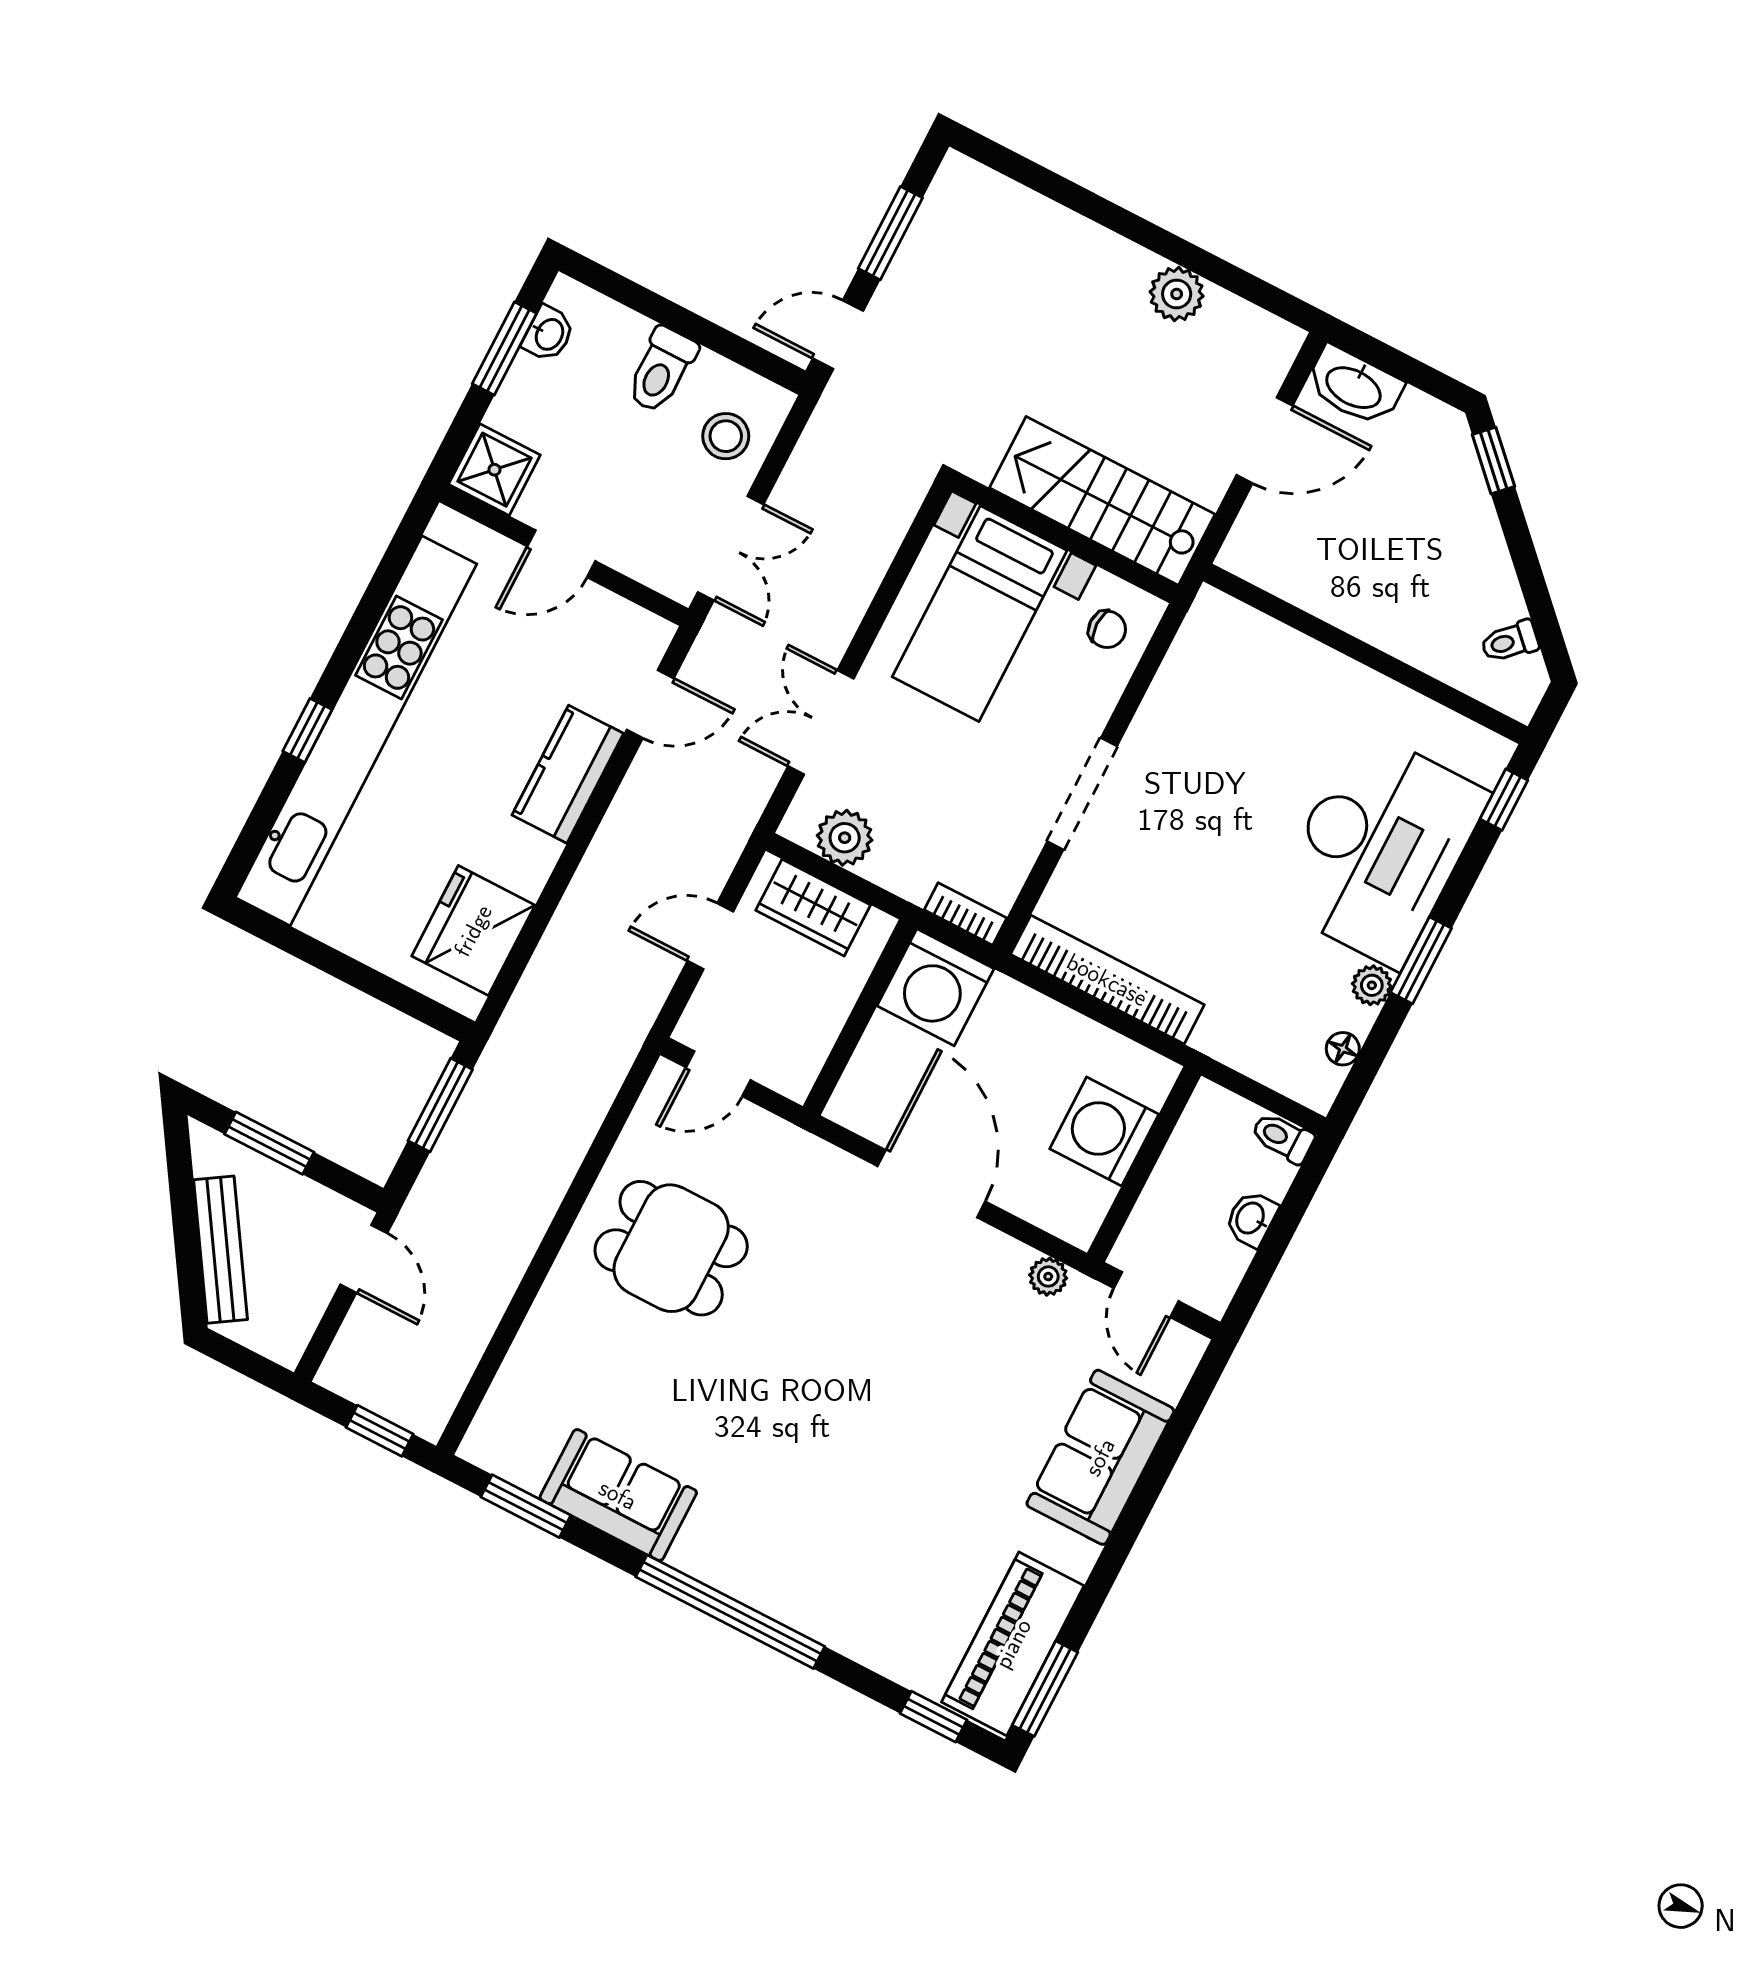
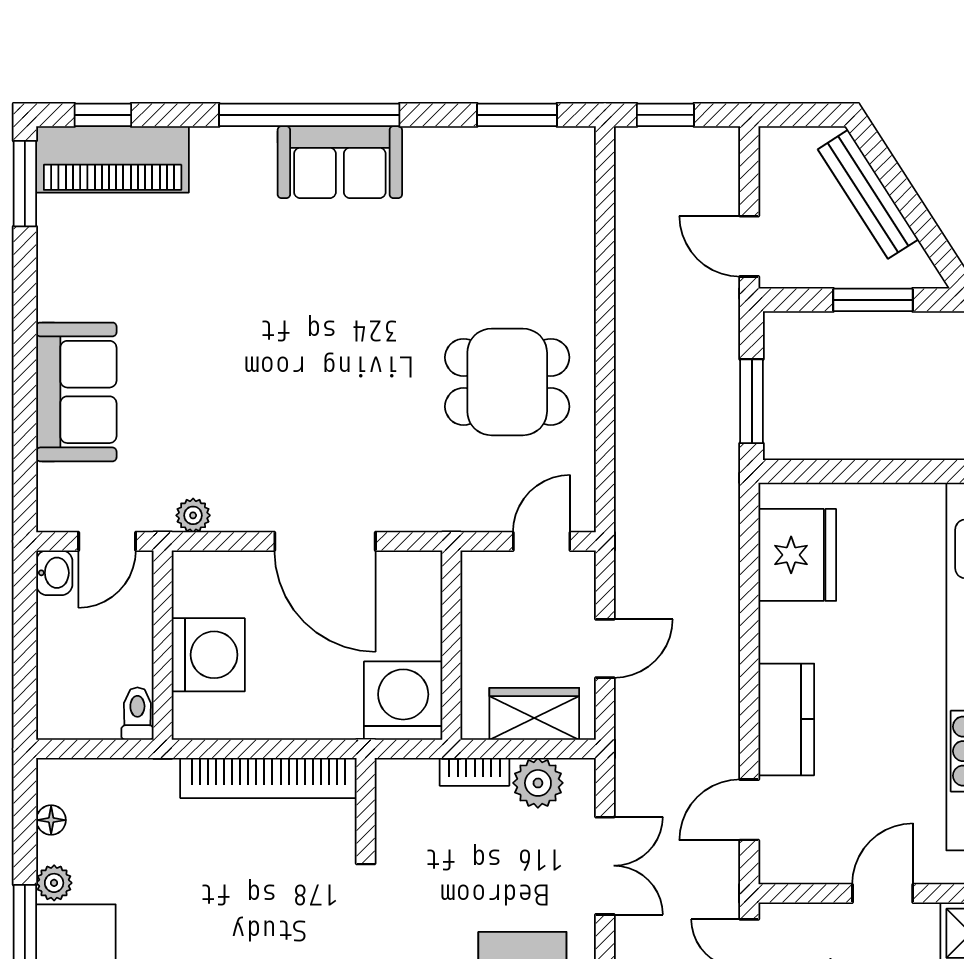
bookcase: (965, 914) -> (475, 772), moved
toilet: (1283, 1138) -> (137, 714), moved, turned -90
washbasin: (1251, 1219) -> (54, 573), moved
door: (1146, 1295) -> (107, 541), swing flipped
sofa: (618, 1495) -> (340, 162), moved
piano: (1013, 1644) -> (113, 159), moved, turned 90

